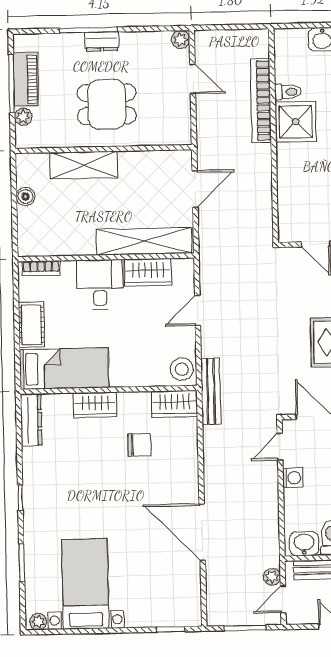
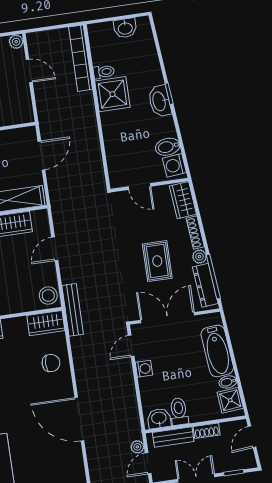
bookcase: (261, 101) -> (81, 58), moved
chair: (139, 445) -> (51, 363), moved

